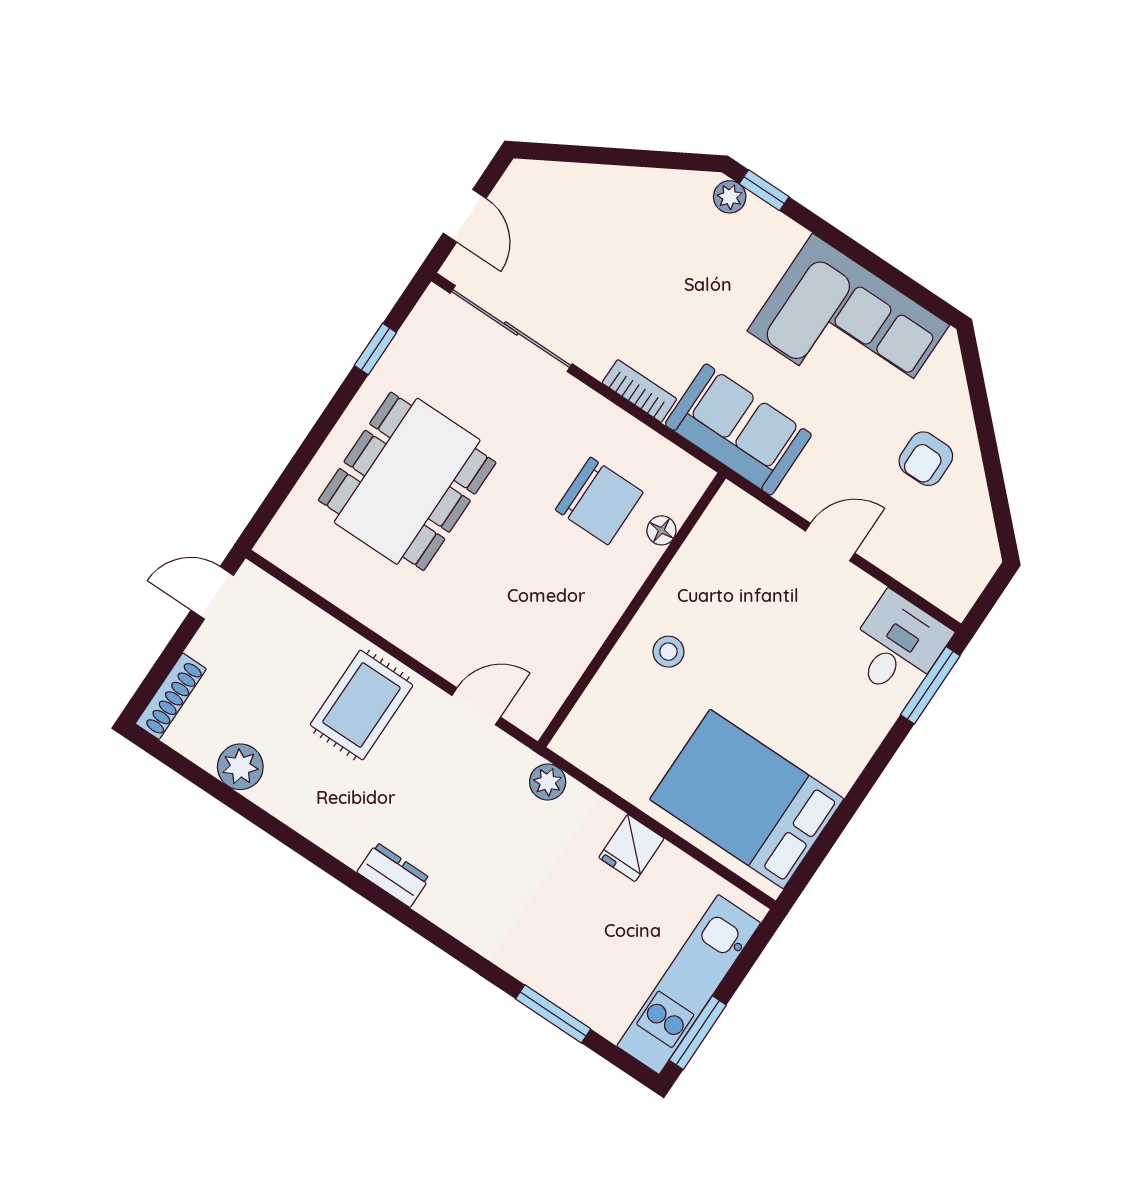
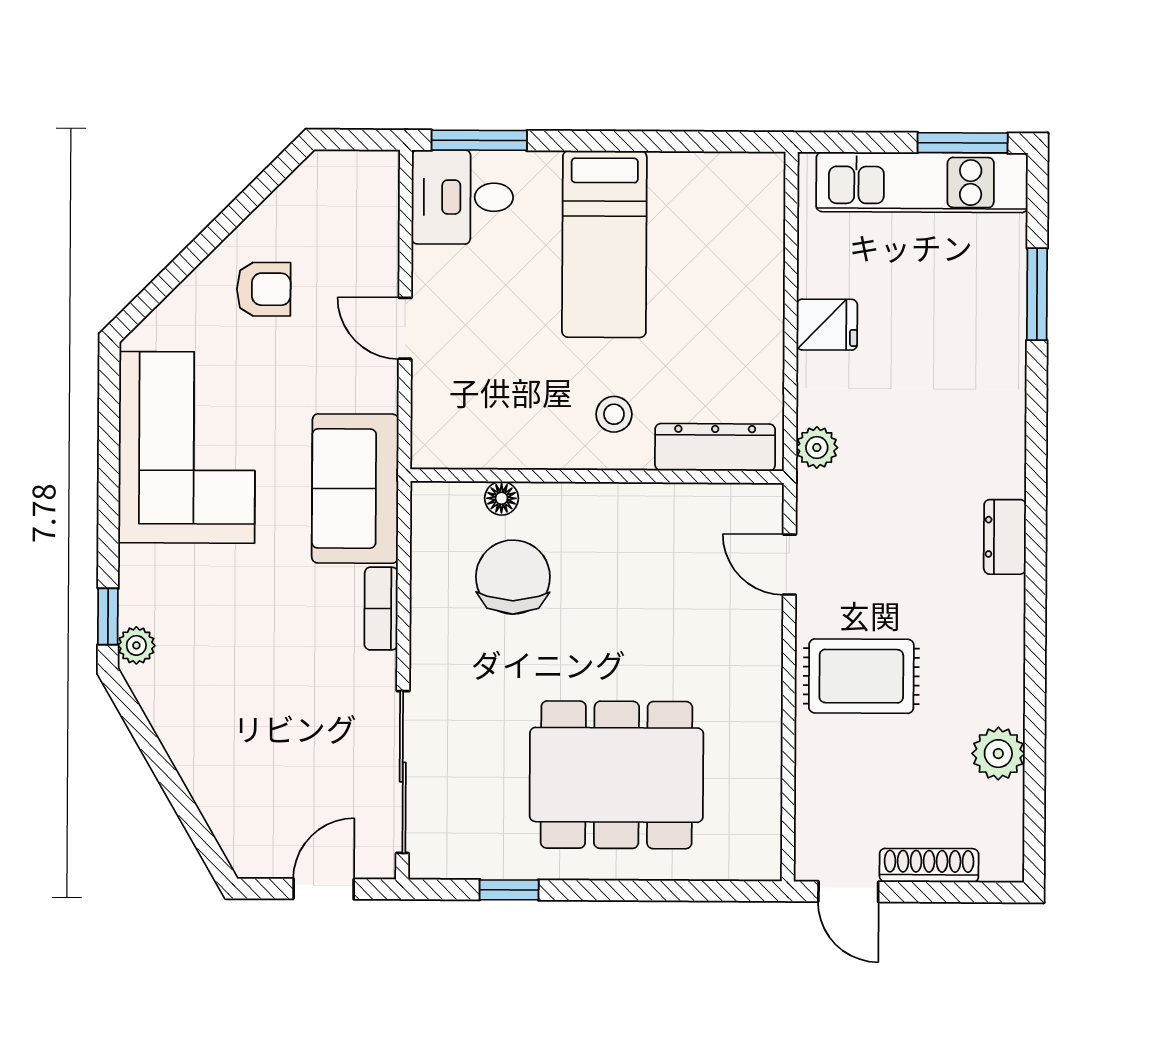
shoe rack: (171, 696) -> (929, 865), moved
dresser: (596, 709) -> (715, 447), added
bed: (747, 799) -> (604, 244), moved, width x0.67

